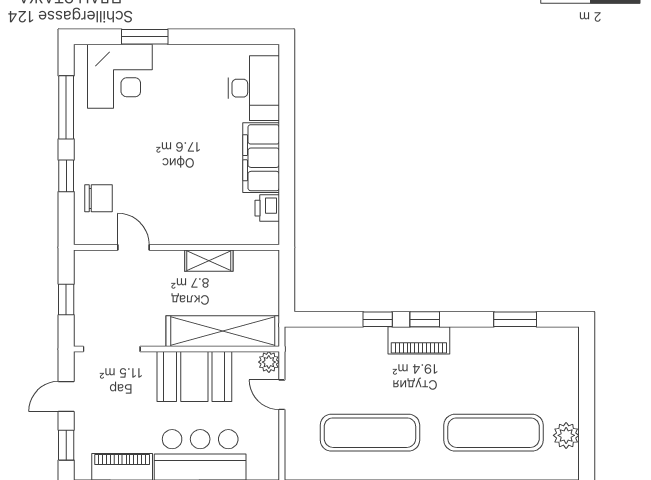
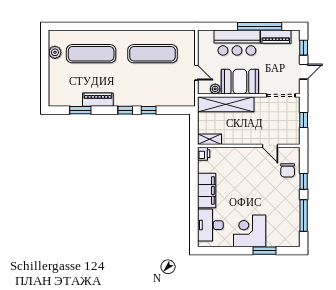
corner desk: (120, 76) -> (250, 231), moved
chair: (98, 198) -> (288, 170), turned -90
printer: (267, 208) -> (204, 154), moved
shelving: (209, 261) -> (210, 139), moved
piano: (419, 340) -> (98, 100), moved
plant: (269, 362) -> (215, 89), moved

